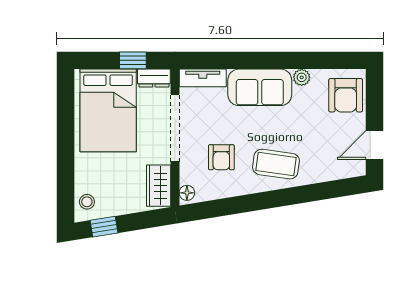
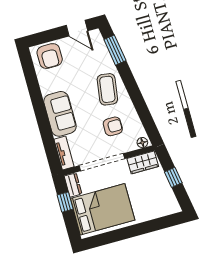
plant: (302, 77) -> (46, 88), removed
armchair: (346, 95) -> (50, 56), turned 90
window: (329, 190) -> (115, 50), added
stool: (87, 202) -> (166, 207), removed
window: (104, 227) -> (173, 177), moved

